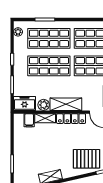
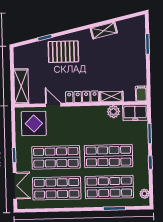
shelving: (66, 104) -> (88, 113), removed
filing cabinet: (29, 120) -> (141, 93), moved

